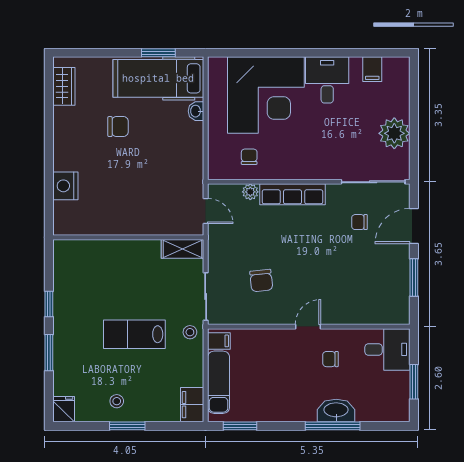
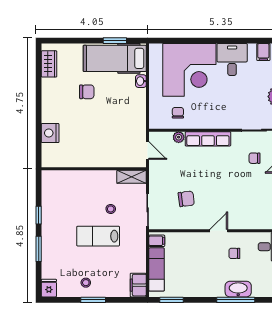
chair: (261, 281) -> (186, 199), turned -91
stool: (190, 332) -> (111, 209), moved

